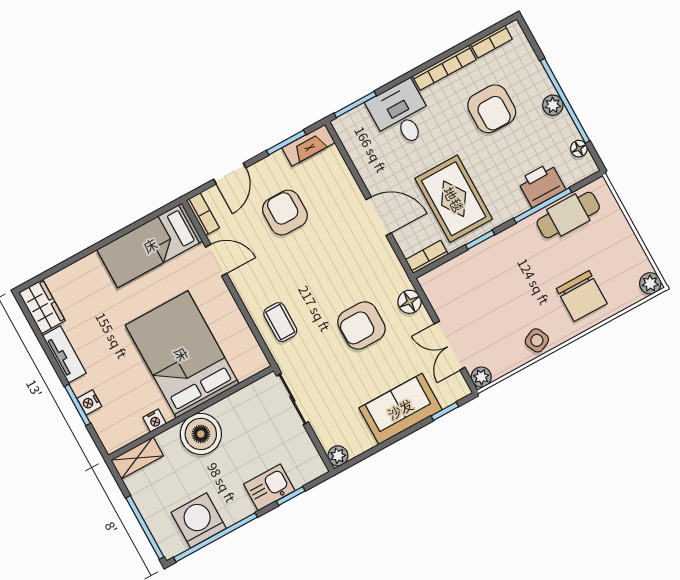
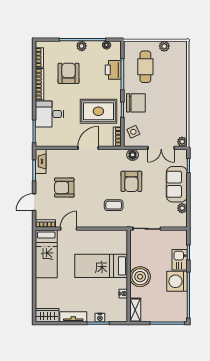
armchair: (492, 109) -> (69, 73), turned -90
door: (230, 173) -> (34, 202), swing flipped
cafe table: (568, 215) -> (145, 67), moved
plant: (650, 283) -> (164, 46), moved
chair: (582, 296) -> (136, 103), moved
coffee table: (280, 322) -> (114, 205), moved
side table: (537, 340) -> (133, 132), moved
bed: (182, 354) -> (101, 266), width x0.67
plant: (338, 456) -> (182, 208), moved
washing machine: (199, 520) -> (177, 281), moved

